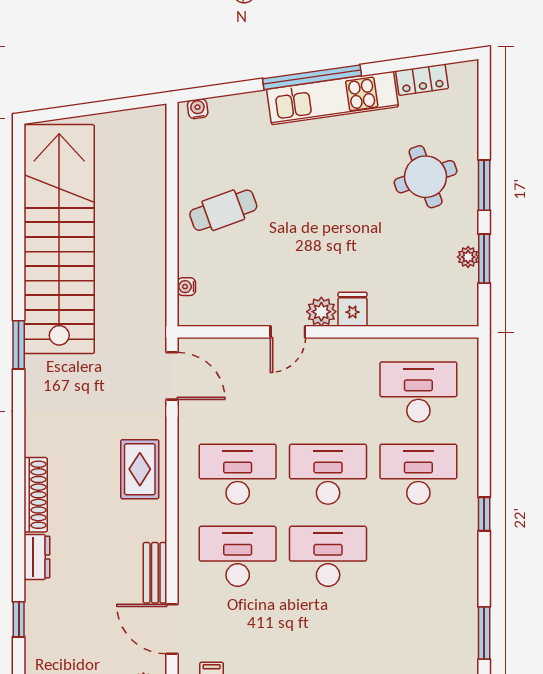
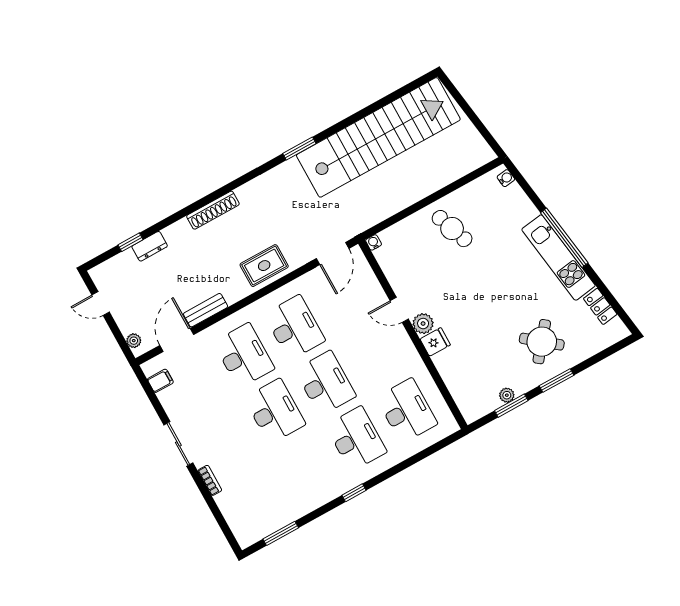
round table: (426, 177) -> (542, 342), turned -32
water cooler: (186, 287) -> (374, 242), moved
dresser: (37, 557) -> (150, 246), moved

